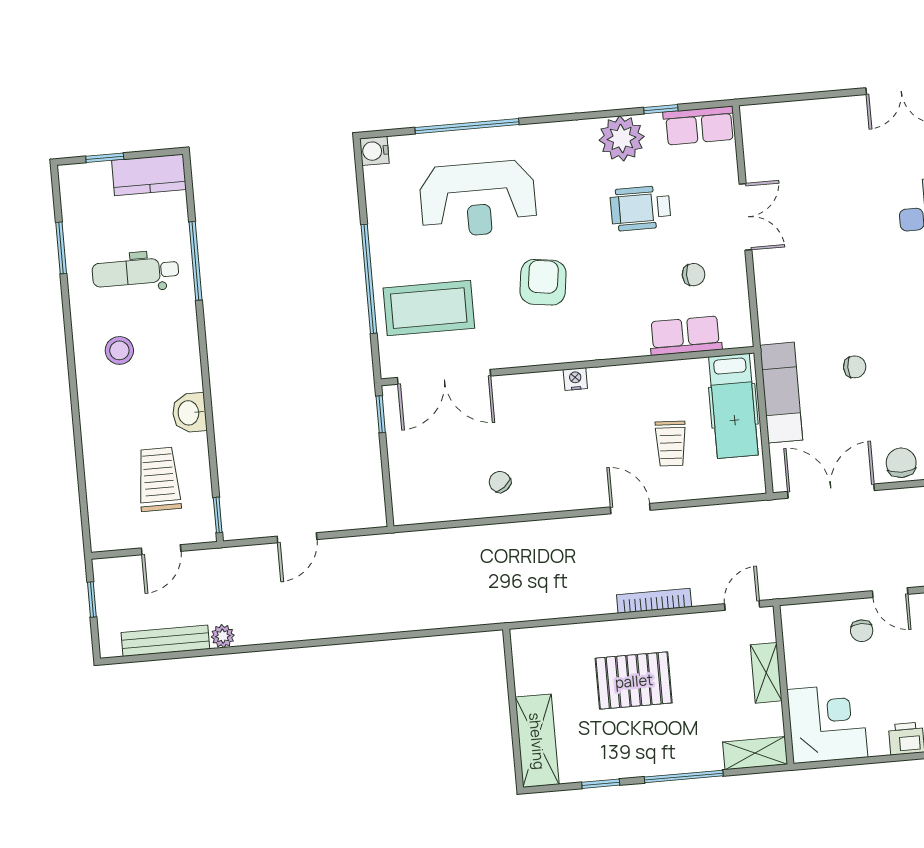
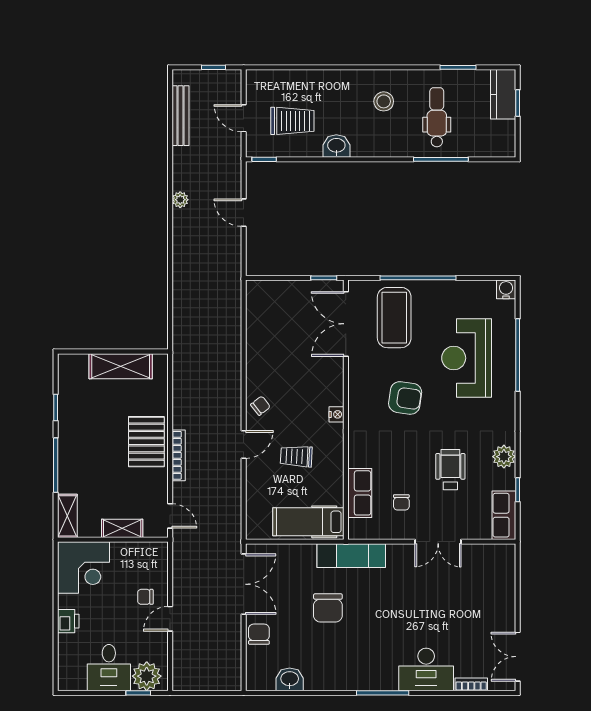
plant: (622, 138) -> (504, 457), width x0.73, depth x0.73
kitchen counter: (149, 175) -> (503, 94), moved
chair: (855, 367) -> (328, 608), width x1.87, depth x1.87
exam couch: (781, 393) -> (351, 556), moved
trolley: (671, 444) -> (296, 456), moved
chair: (901, 463) -> (259, 634), turned -90
chair: (500, 482) -> (260, 406), moved
plant: (223, 636) -> (180, 200), moved
pallet: (634, 681) -> (146, 442), moved
shelving: (537, 741) -> (121, 366), moved

